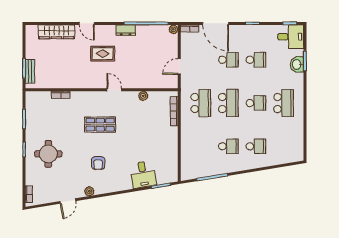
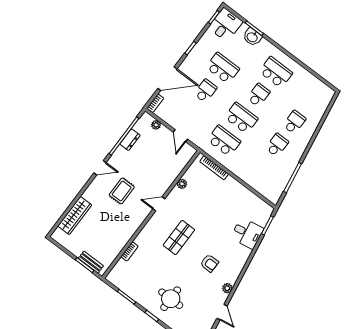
door: (87, 23) -> (100, 168), moved
plant: (173, 29) -> (156, 125), moved
dresser: (126, 30) -> (130, 140), moved
school desk: (256, 60) -> (223, 68), width x1.85

